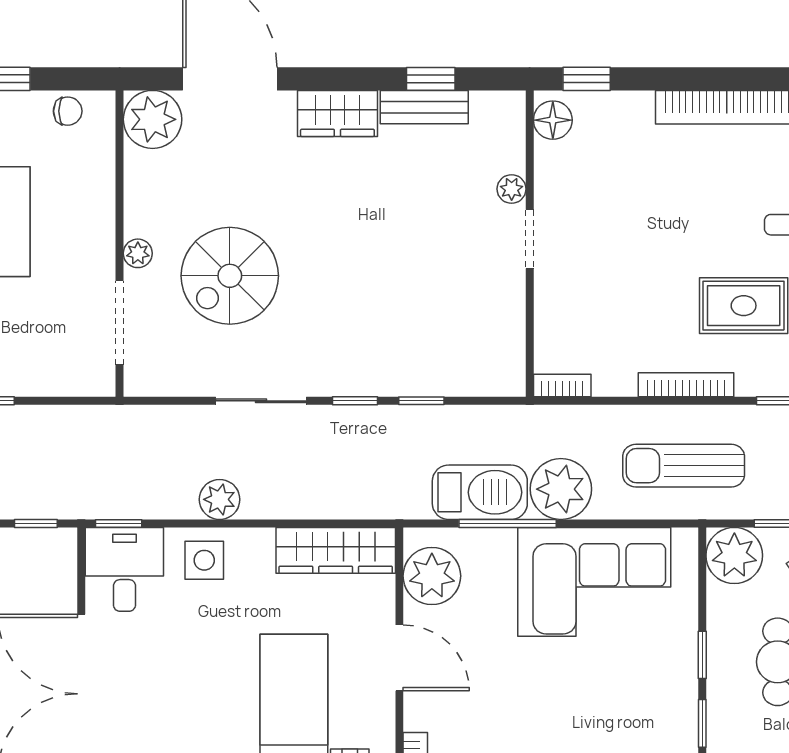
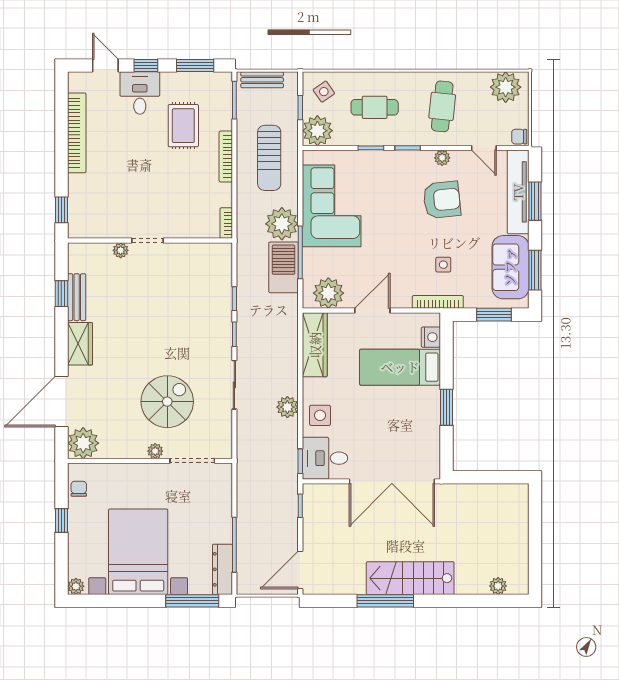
floor lamp: (553, 120) -> (84, 228), removed
spiral stairs: (230, 276) -> (167, 402), turned -90

